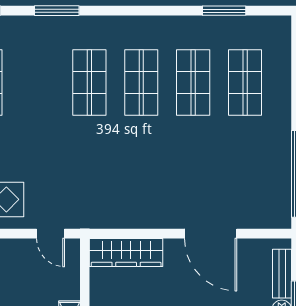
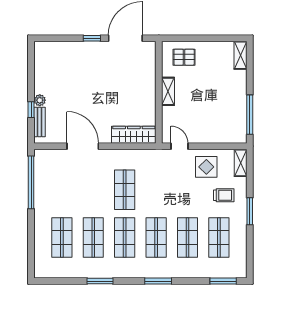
window: (57, 11) -> (158, 281), moved
window: (224, 11) -> (100, 281), moved
shop shelf: (37, 83) -> (187, 238), added
shop shelf: (141, 162) -> (125, 190), added

